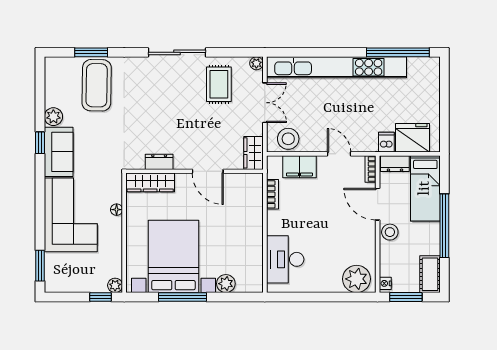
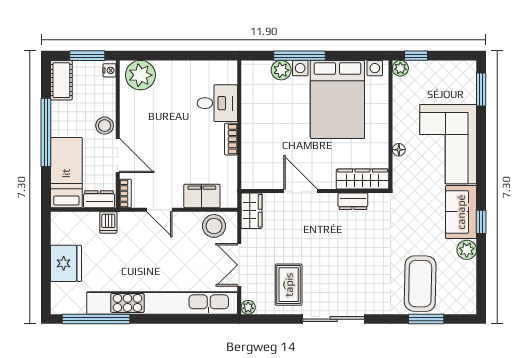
fridge: (413, 138) -> (66, 263), moved, turned -90
bookcase: (272, 194) -> (231, 139), moved
desk: (285, 259) -> (217, 103), width x0.73
window: (182, 297) -> (300, 56), moved

